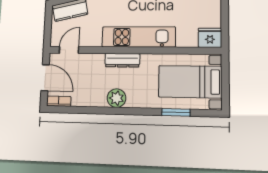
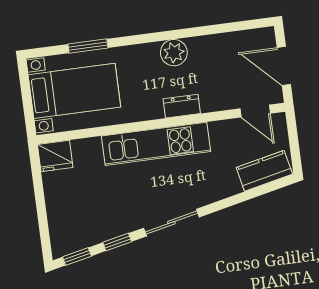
door: (69, 50) -> (255, 111), hinge flipped
dresser: (122, 60) -> (182, 106), width x0.70
bookcase: (59, 101) -> (257, 36), removed

